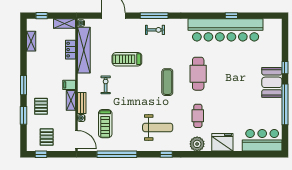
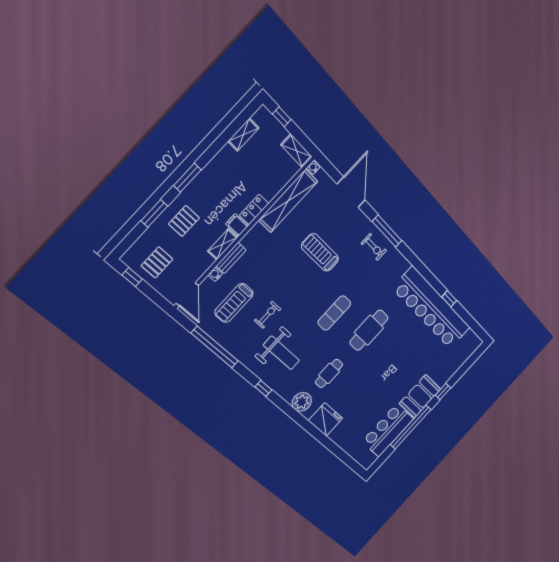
locker: (71, 50) -> (254, 209), moved
exercise bike: (106, 85) -> (268, 315), moved
bar counter: (262, 140) -> (388, 430), moved, turned -90

